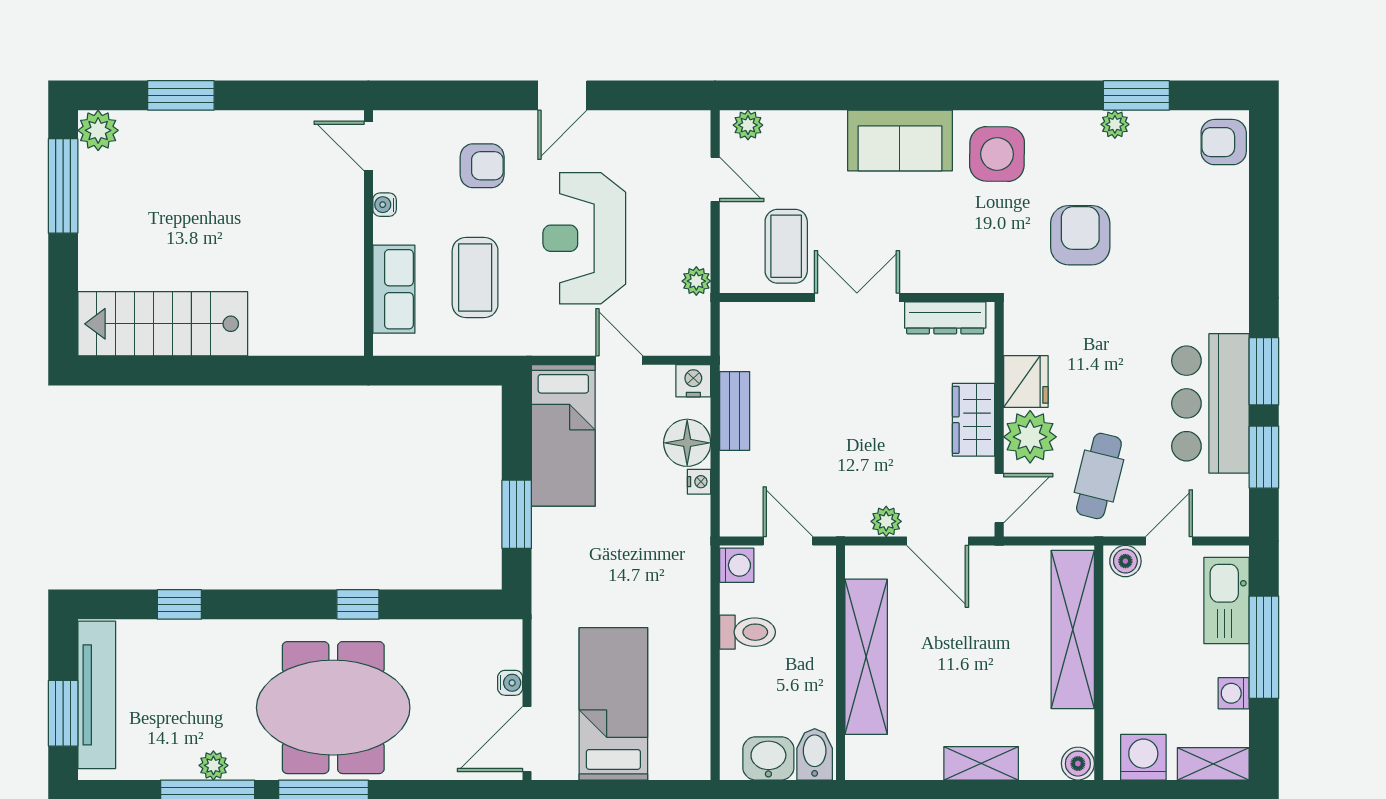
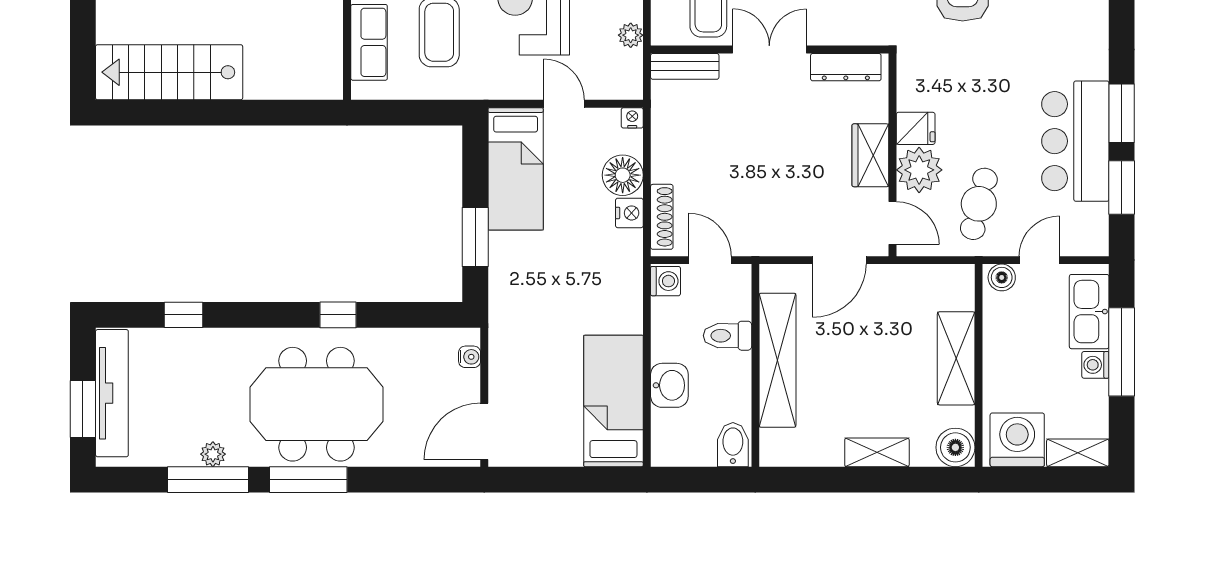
nightstand: (693, 381) -> (632, 118), width x0.72, depth x0.74
fridge: (1026, 382) -> (916, 128), width x0.72
bench: (735, 411) -> (685, 66), moved, turned 90
nightstand: (699, 482) -> (629, 213), width x1.39, depth x1.35
shoe rack: (732, 491) -> (662, 217), added
door: (999, 498) -> (893, 223), hinge flipped
plant: (886, 521) -> (795, 243), removed
door: (938, 541) -> (839, 260), hinge flipped
shelving: (1073, 629) -> (956, 358), width x0.68
toilet: (747, 632) -> (727, 336), moved, turned 180
water cooler: (510, 683) -> (470, 357), moved
washing machine: (1234, 693) -> (1095, 365), moved
bed: (613, 704) -> (613, 401), moved
washing machine: (1143, 757) -> (1017, 440), width x1.37, depth x1.37
washbasin: (768, 758) -> (669, 385), moved, turned 90
boiler: (1078, 764) -> (955, 447), width x1.36, depth x1.36

